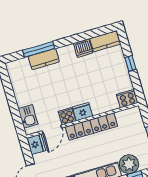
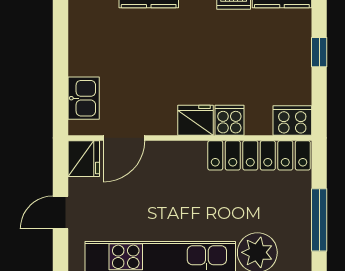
cooker: (67, 116) -> (229, 120), moved
locker: (91, 127) -> (259, 155), moved

